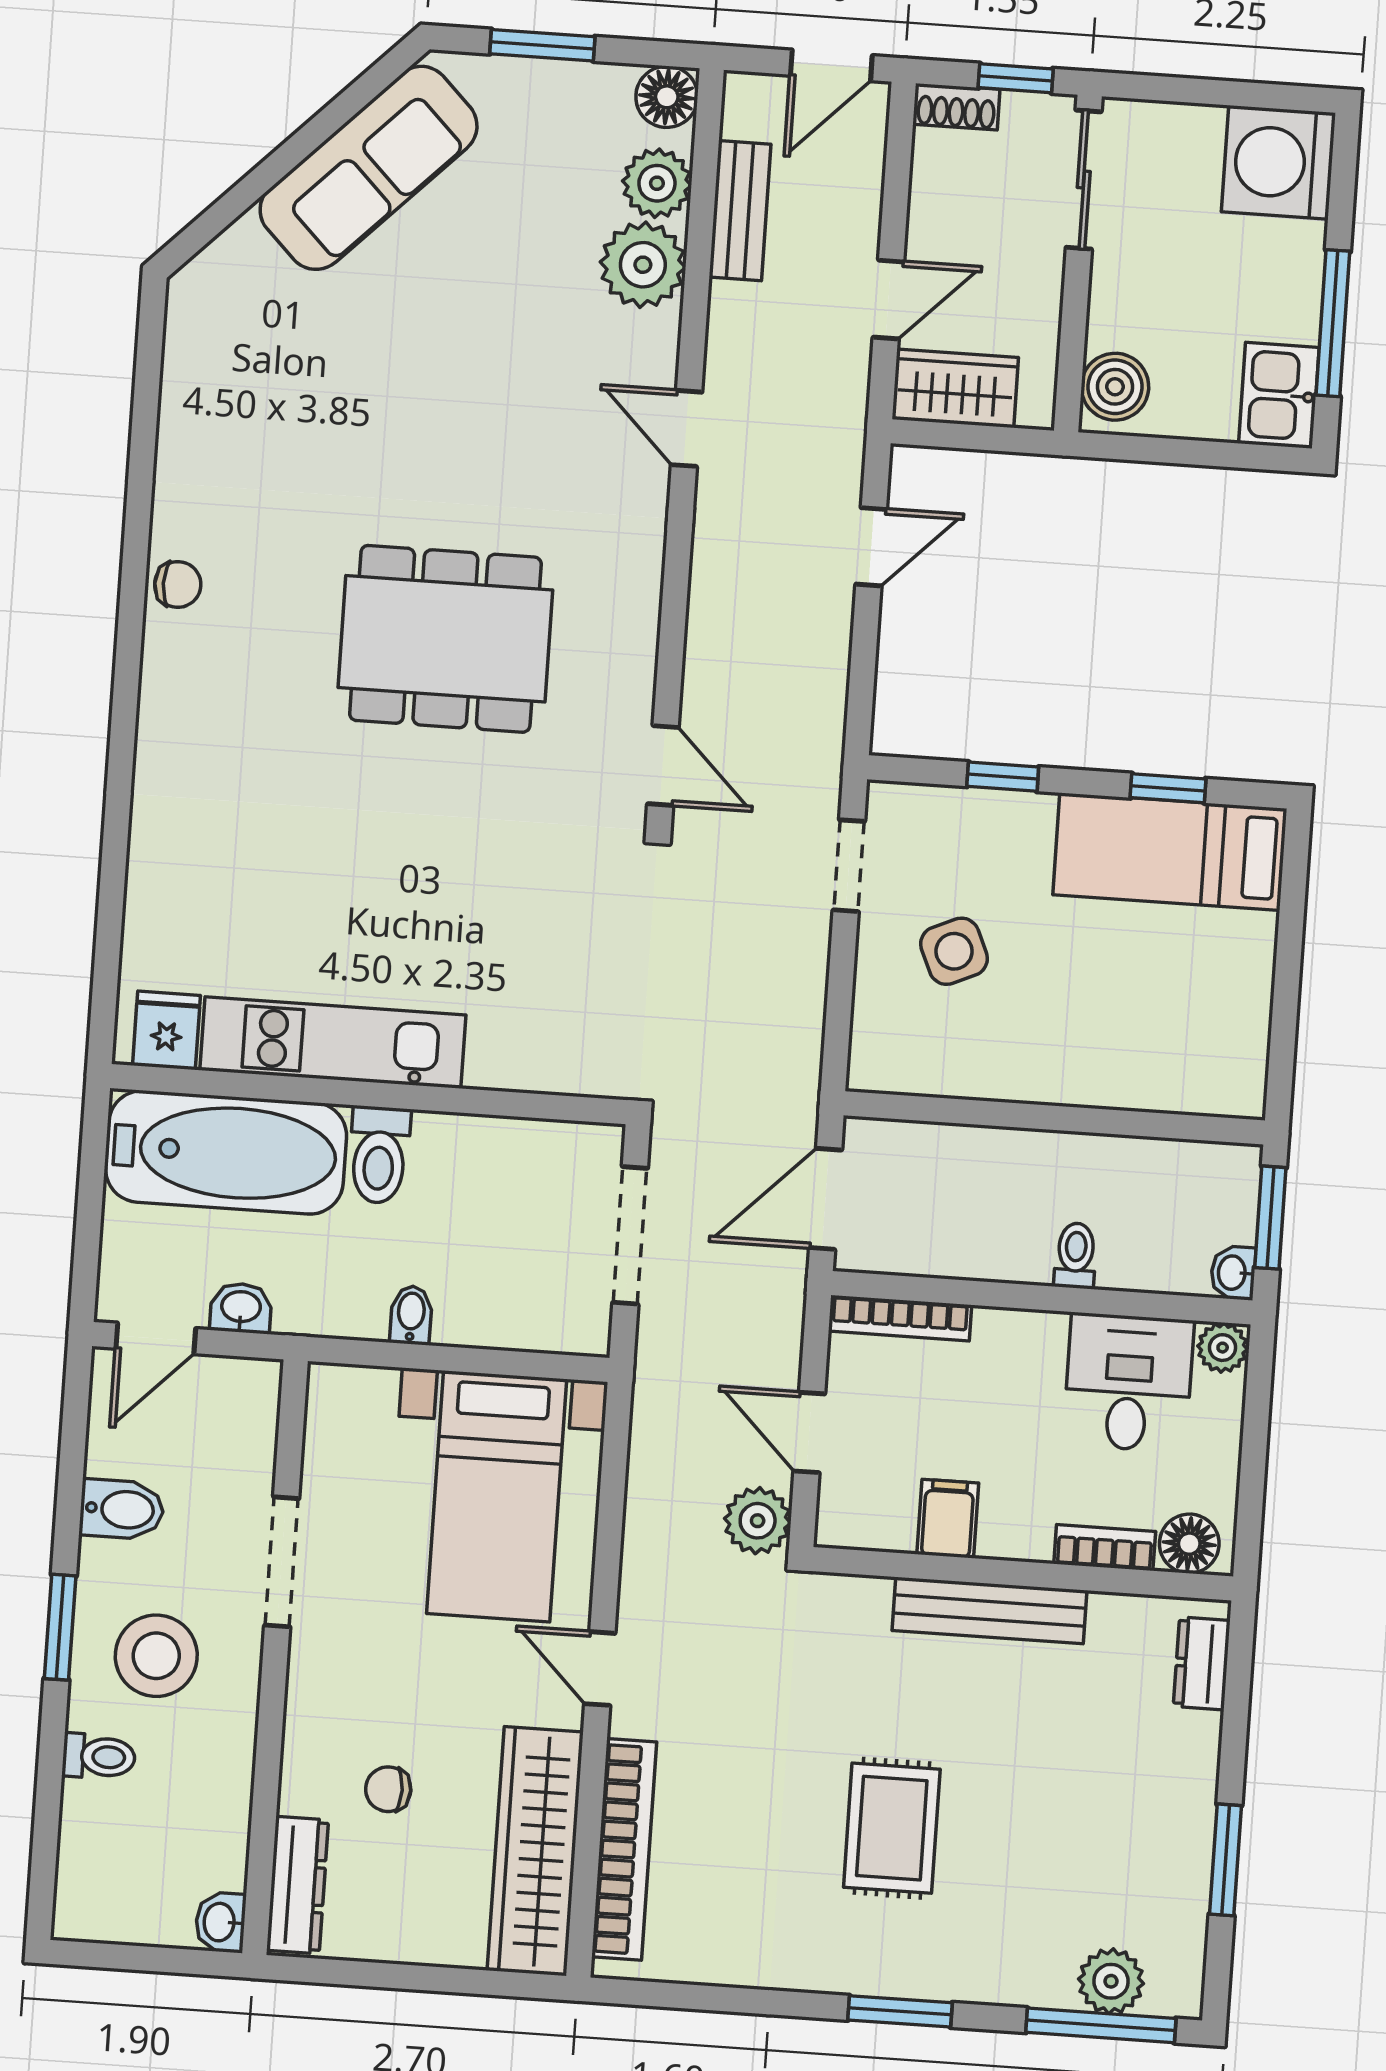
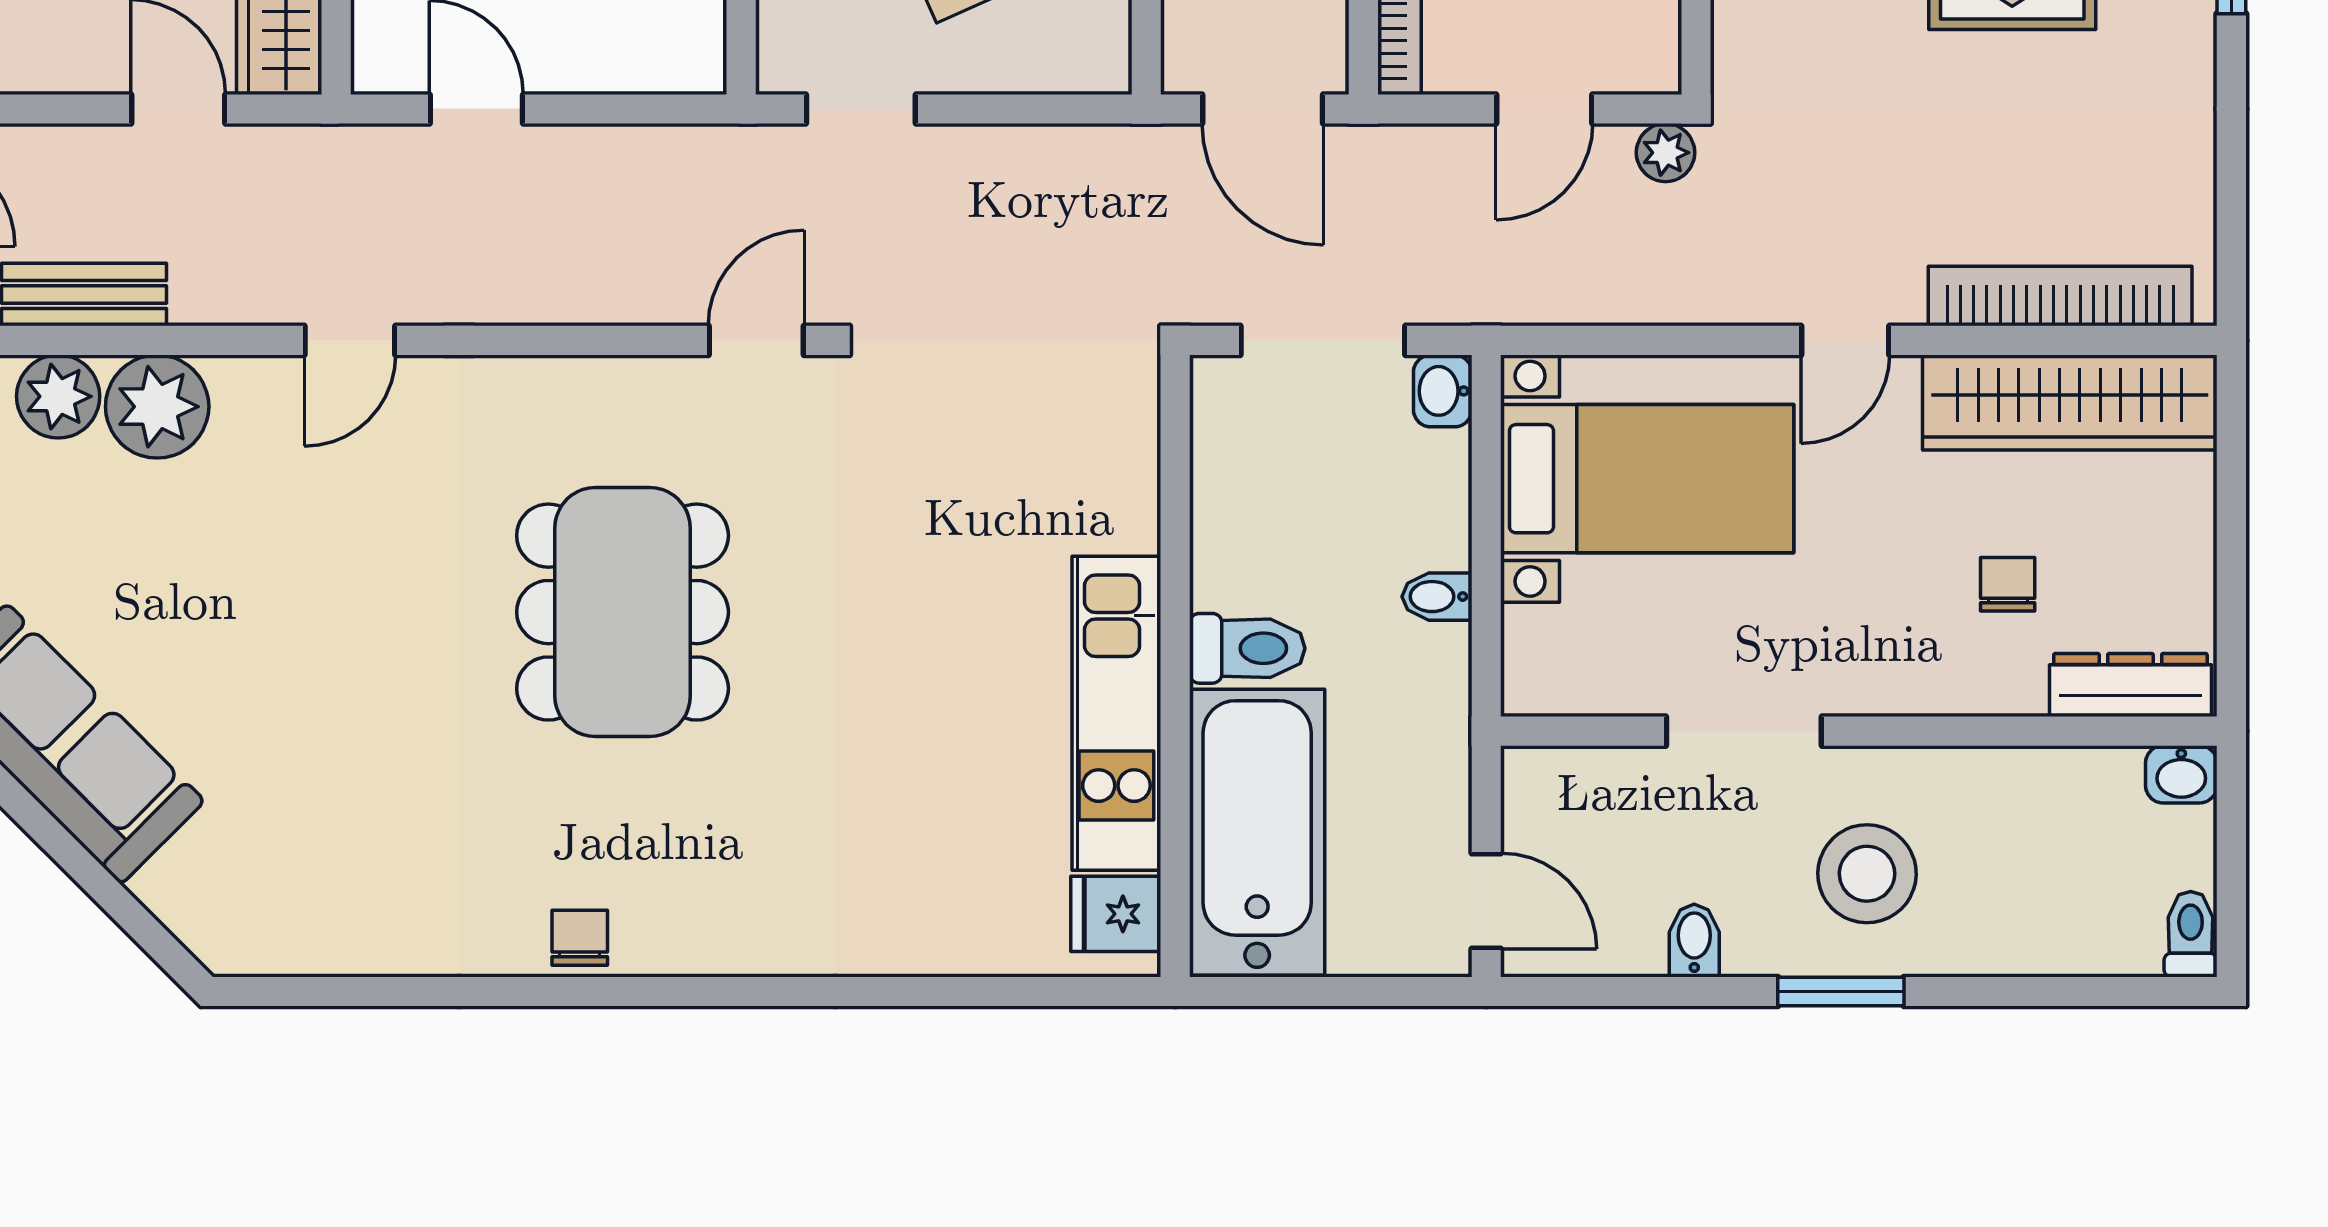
washbasin: (241, 1308) -> (1443, 391), moved
bidet: (122, 1509) -> (1694, 941), width x0.72, depth x0.74
plant: (758, 1521) -> (1665, 153), width x0.73, depth x0.73
toilet: (99, 1757) -> (2191, 934), moved
chair: (388, 1789) -> (2008, 584), turned 180

